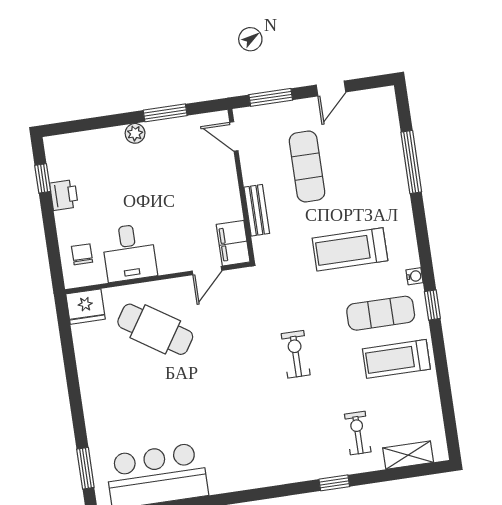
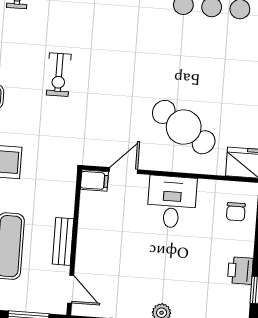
bench: (257, 210) -> (63, 241), moved
filing cabinet: (233, 243) -> (94, 181), width x0.50
desk: (129, 253) -> (172, 202), moved

